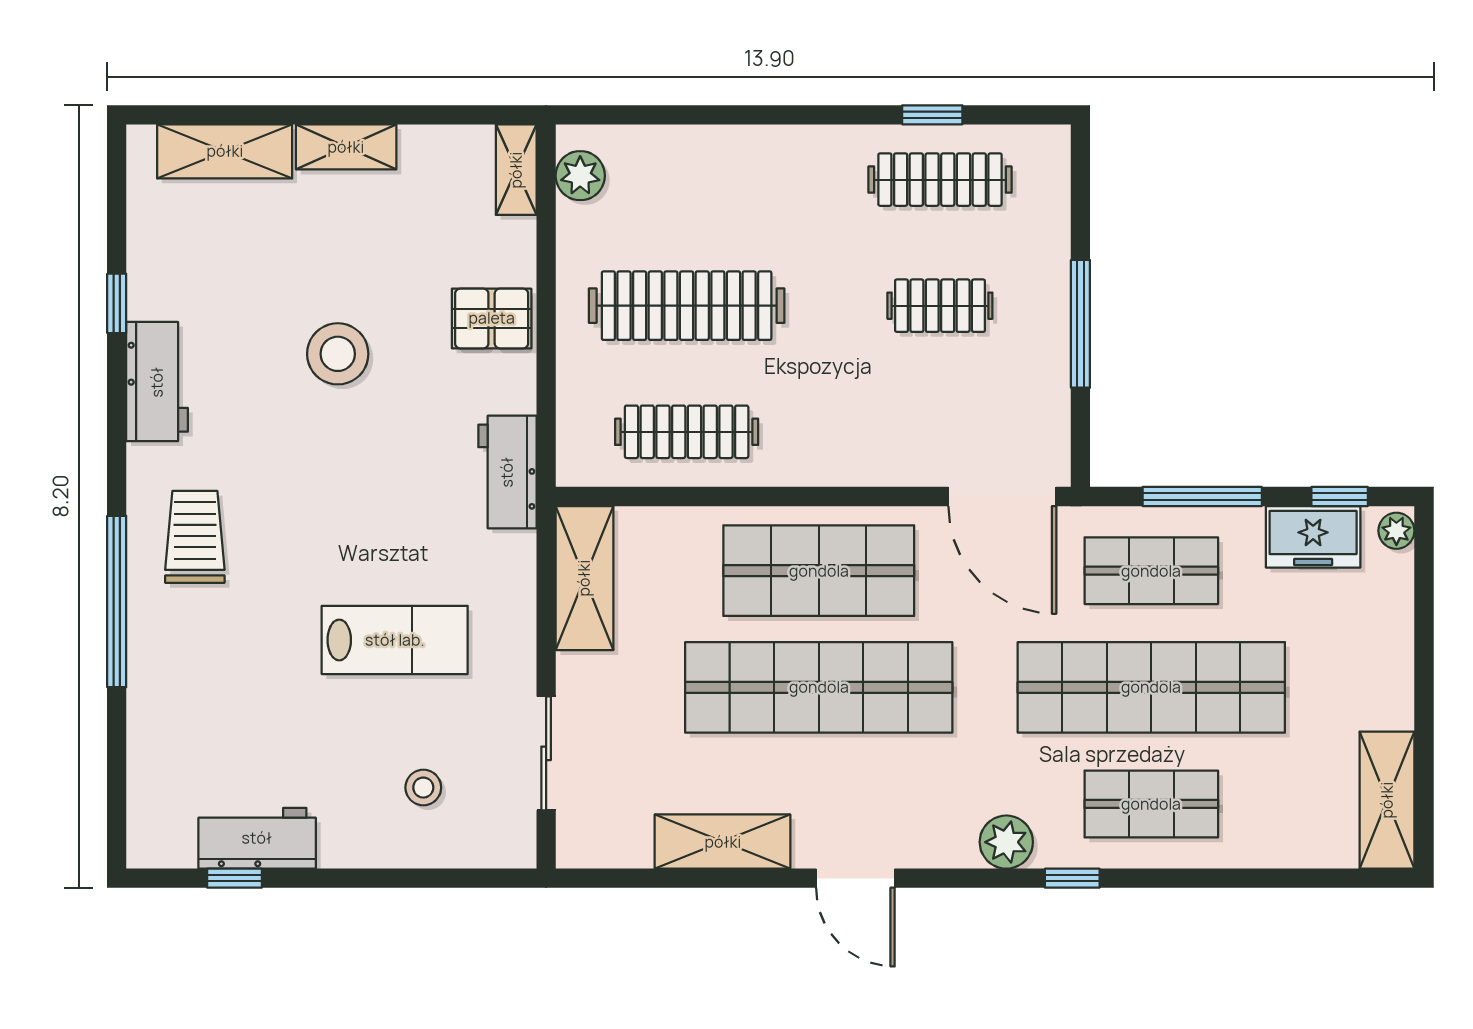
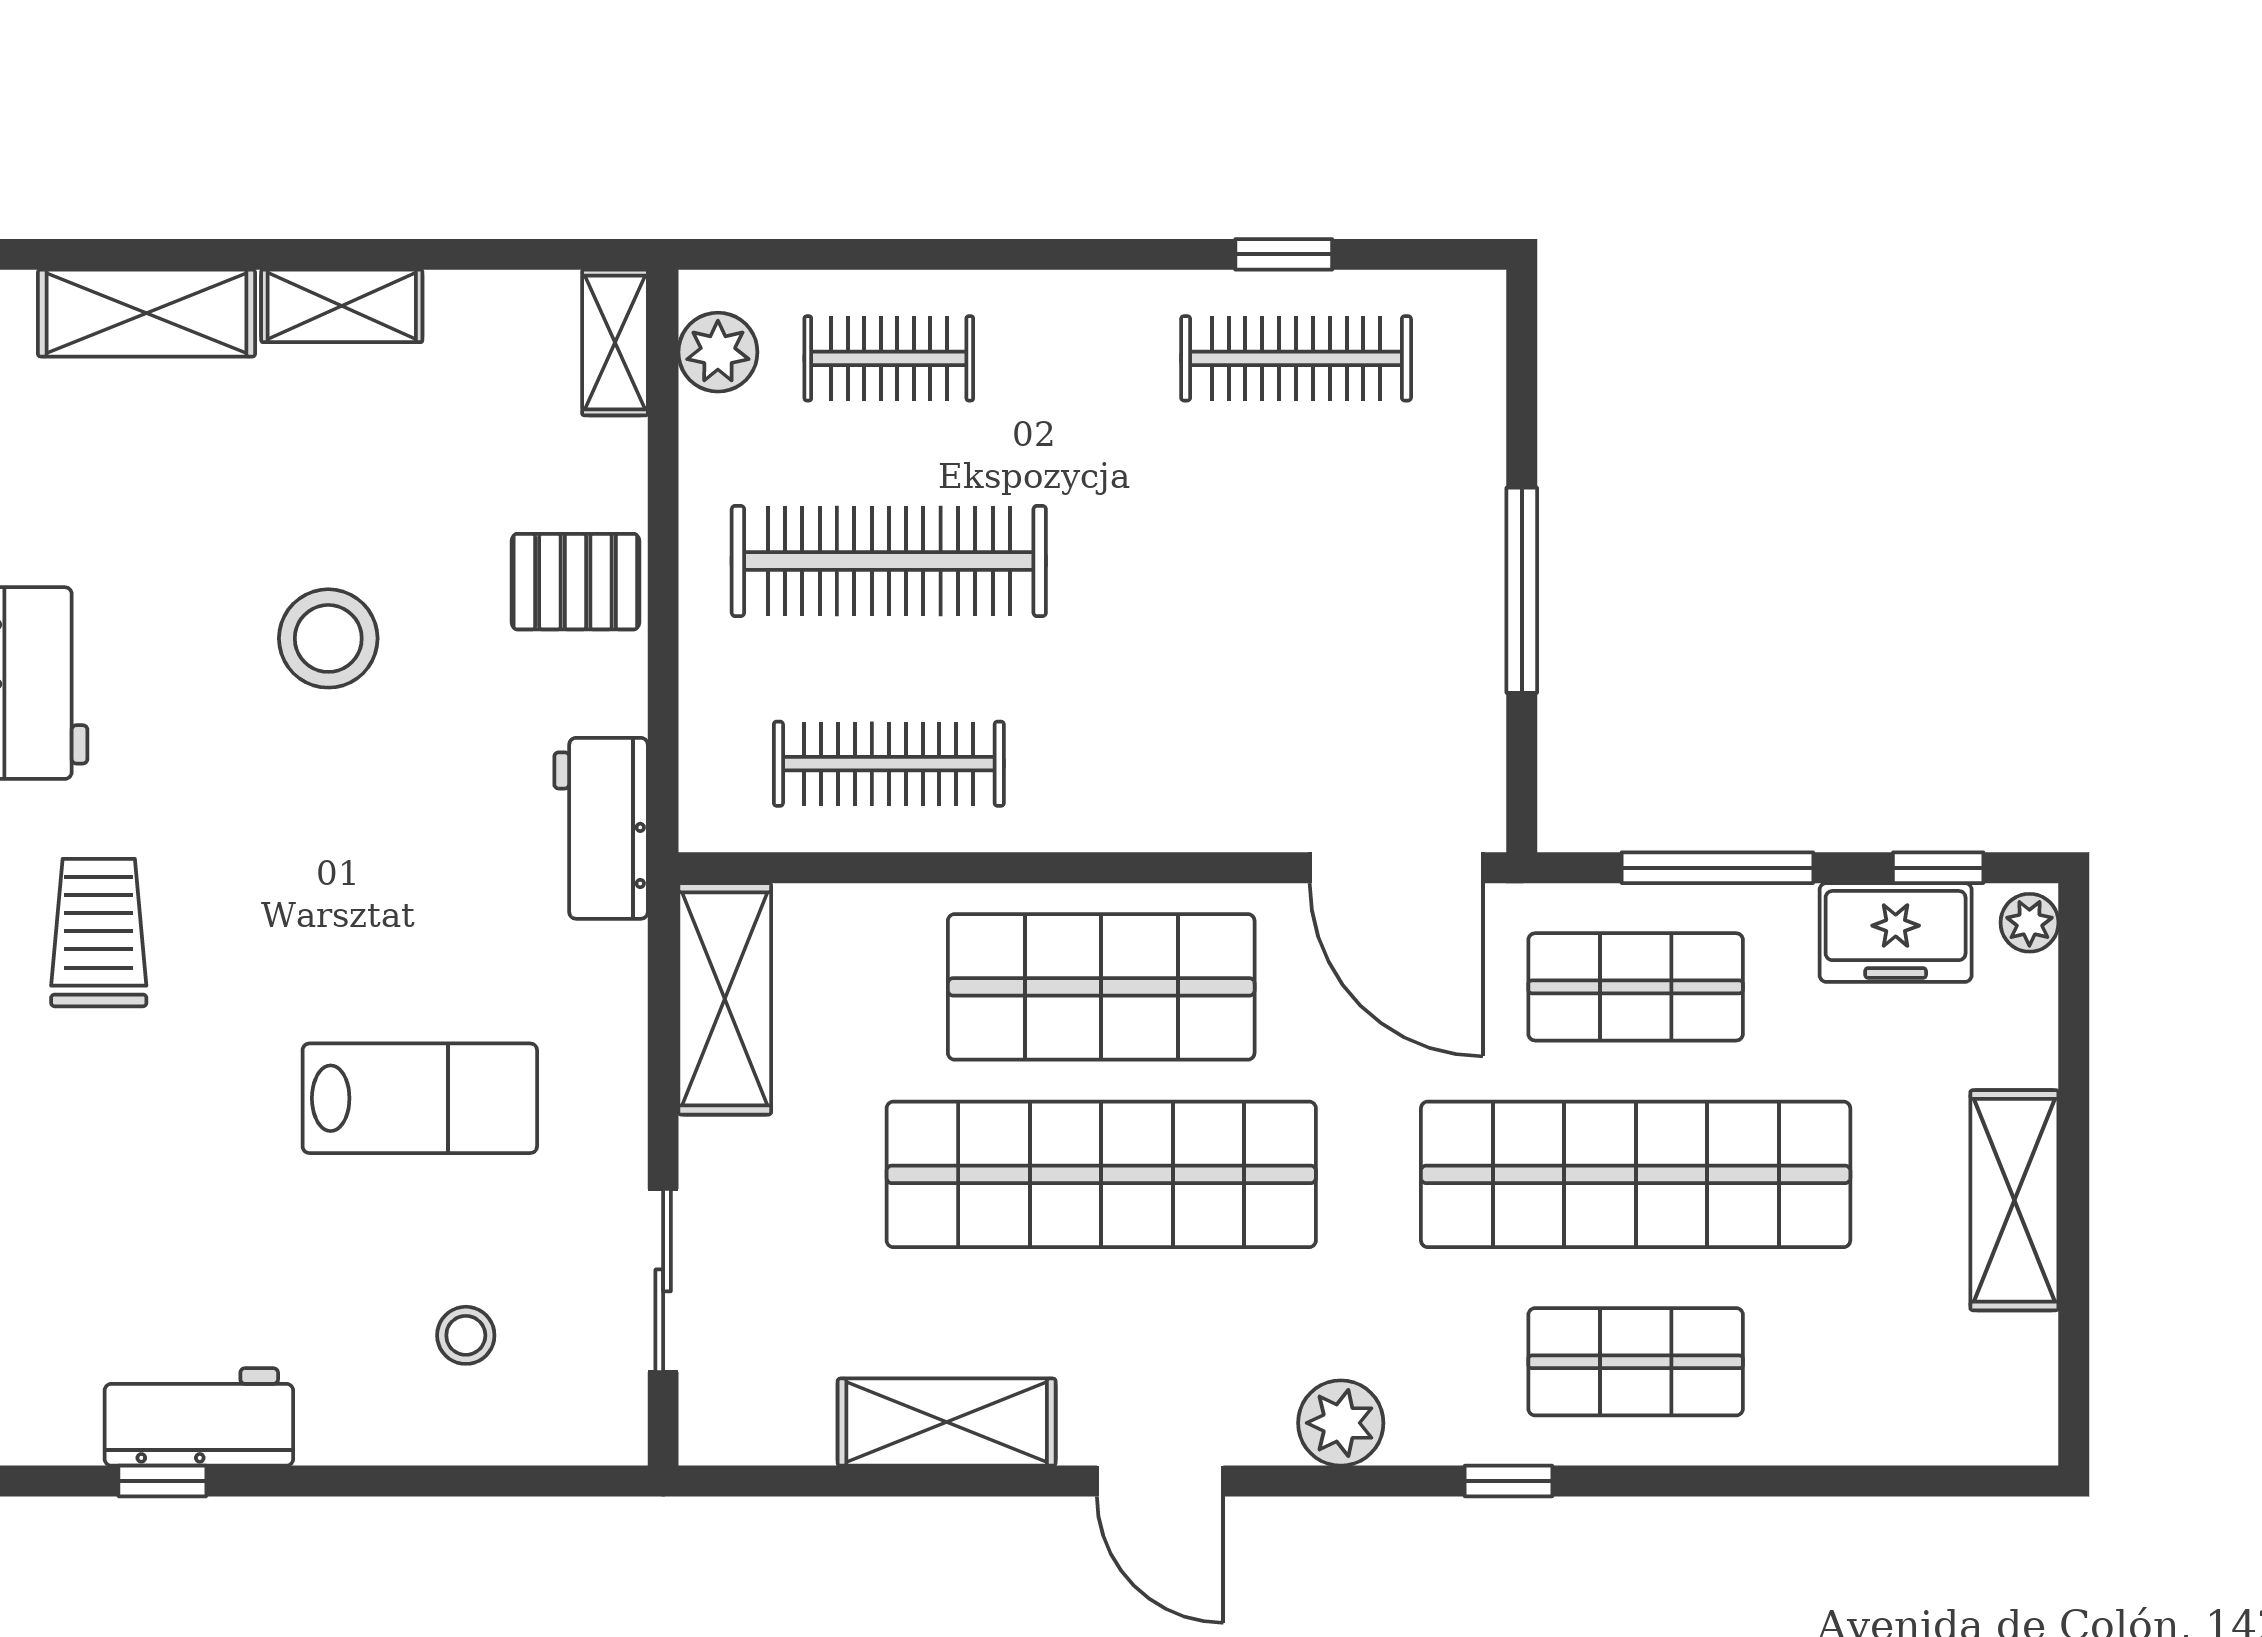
clothes rail: (940, 306) -> (889, 358), moved
shelving: (1387, 800) -> (2014, 1200), moved
plant: (1006, 842) -> (1341, 1423), moved

